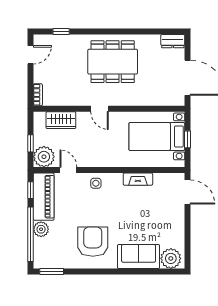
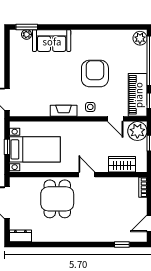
dining table: (113, 62) -> (57, 199), moved, width x0.73
fireplace: (138, 179) -> (64, 111), moved
plant: (41, 229) -> (140, 38), moved
armchair: (93, 242) -> (95, 73), moved, turned 180
plant: (171, 258) -> (27, 34), width x0.53, depth x0.53
window: (52, 271) -> (27, 27), moved

